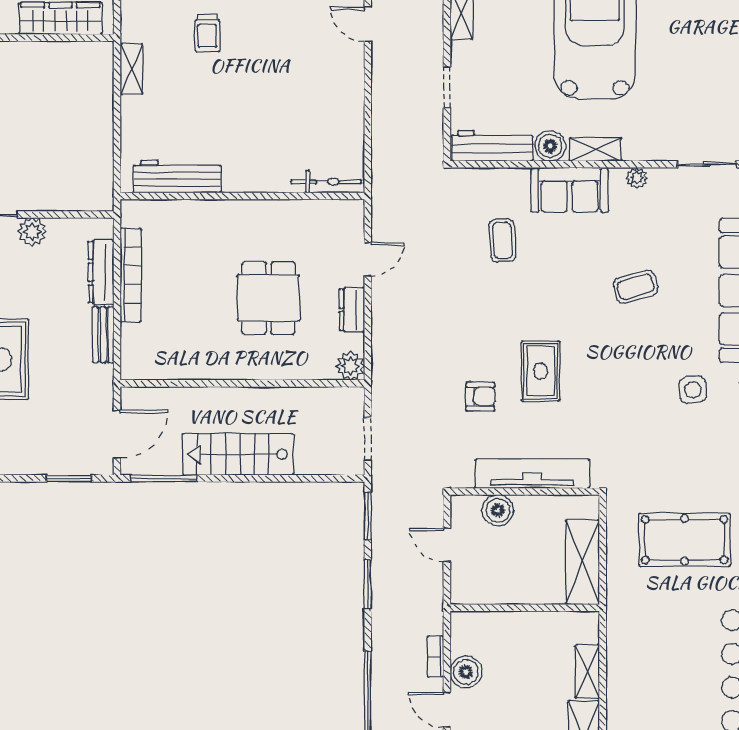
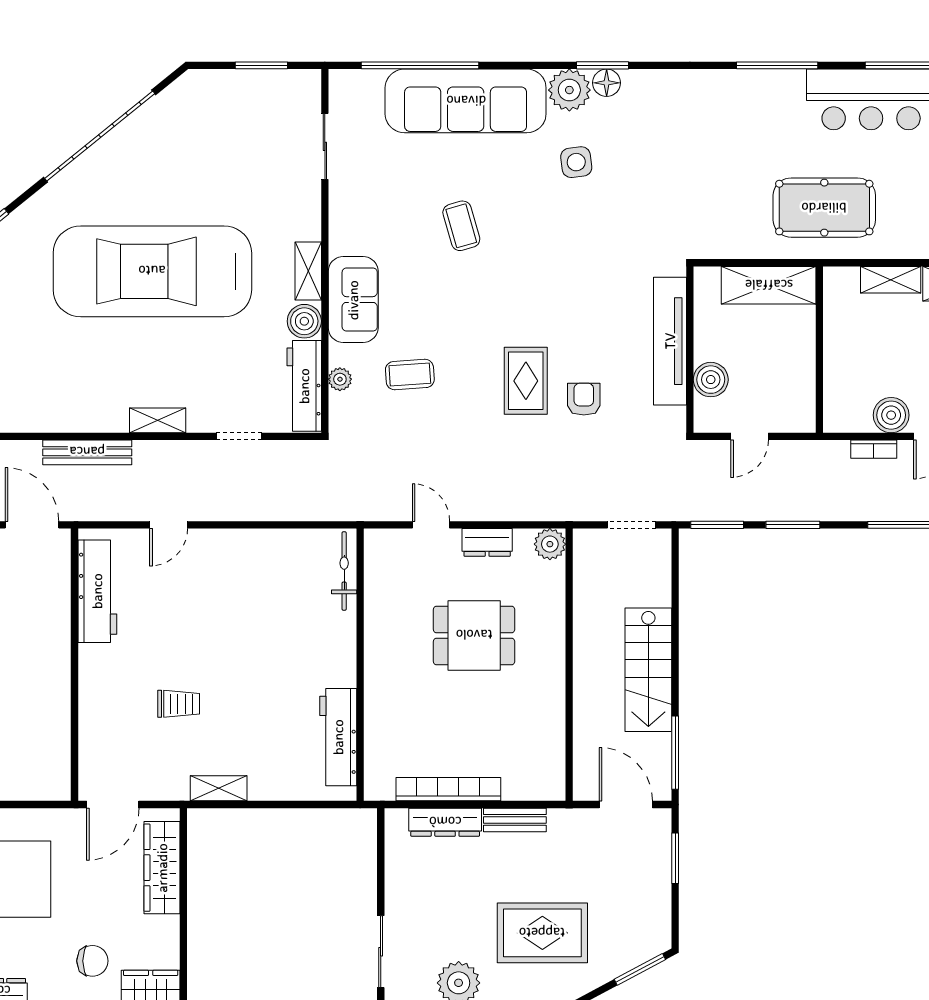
plant: (637, 178) -> (340, 379), moved
plant: (32, 232) -> (400, 899), removed
rug: (541, 371) -> (526, 381), moved, turned 90
pool table: (685, 540) -> (824, 208), moved, turned 90

